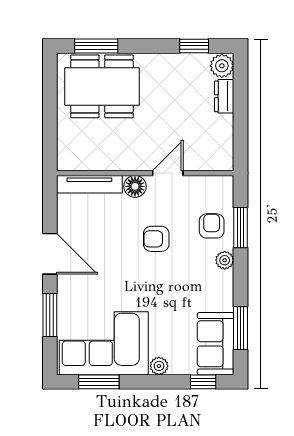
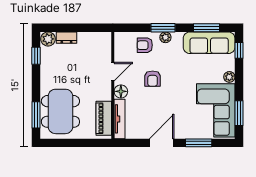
piano: (91, 158) -> (104, 118), added
door: (168, 173) -> (113, 72), swing flipped
window: (241, 228) -> (163, 28), moved
sofa: (216, 344) -> (209, 43), width x1.36

